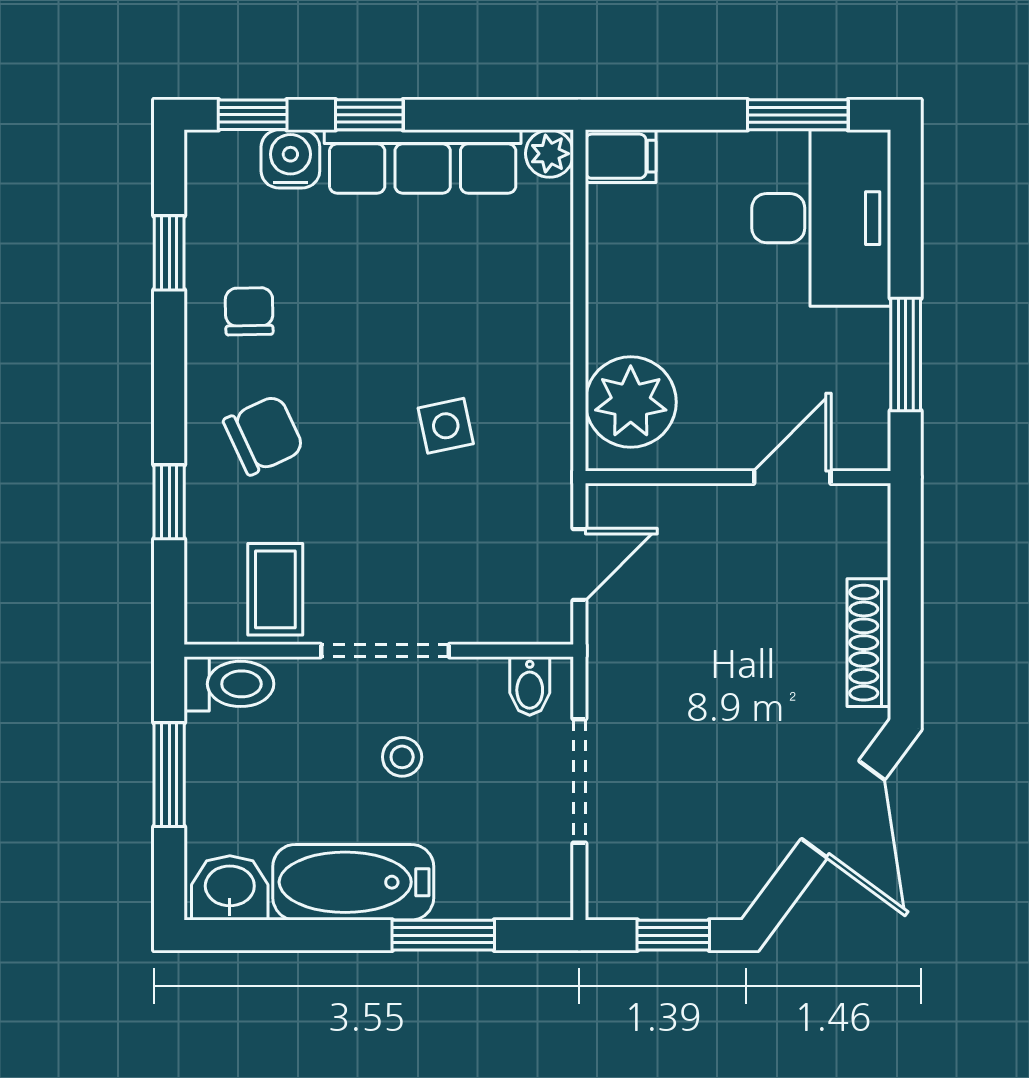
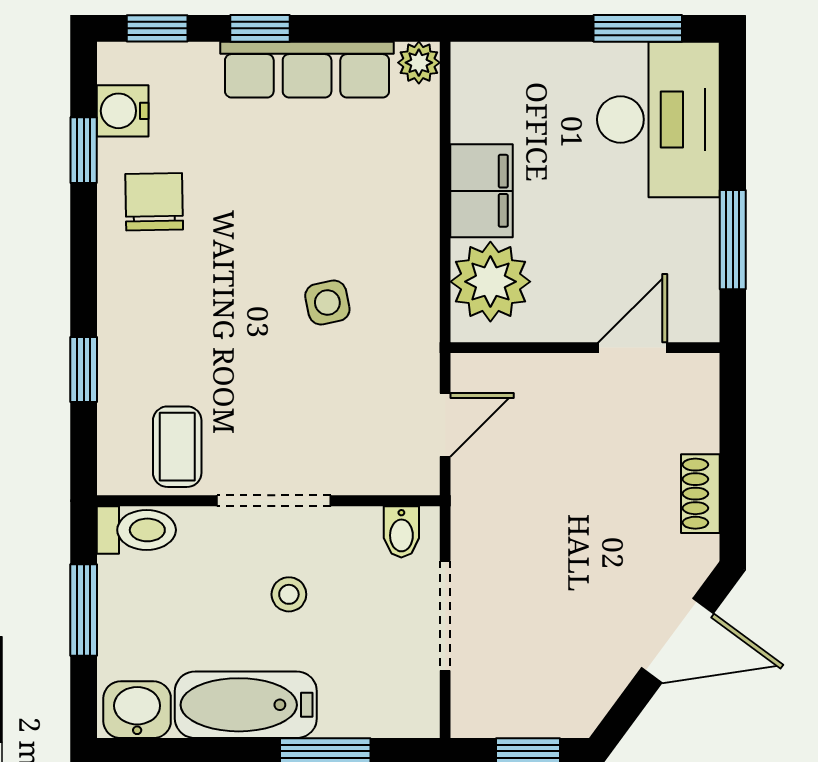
filing cabinet: (621, 156) -> (481, 191), moved, width x2.00
water cooler: (290, 159) -> (123, 111), moved, turned -90
chair: (249, 311) -> (154, 202), width x1.37, depth x1.37
chair: (264, 435) -> (167, 311), removed
shoe rack: (869, 643) -> (700, 494), width x0.70
door: (843, 809) -> (678, 640), hinge flipped

